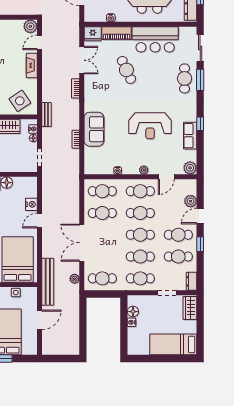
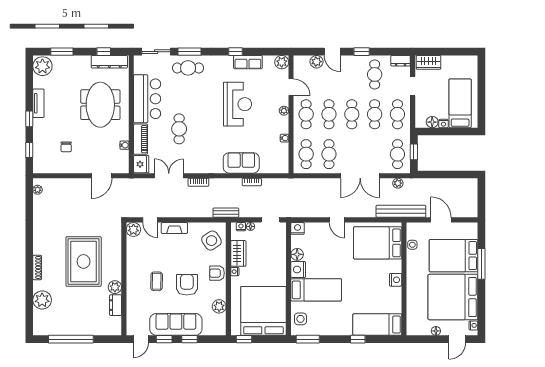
cafe table: (126, 70) -> (179, 129), turned -65
nightstand: (31, 204) -> (298, 228), moved
cafe table: (178, 235) -> (352, 74), removed
window: (104, 294) -> (414, 152), added
bed: (173, 344) -> (460, 103), moved, turned 180

